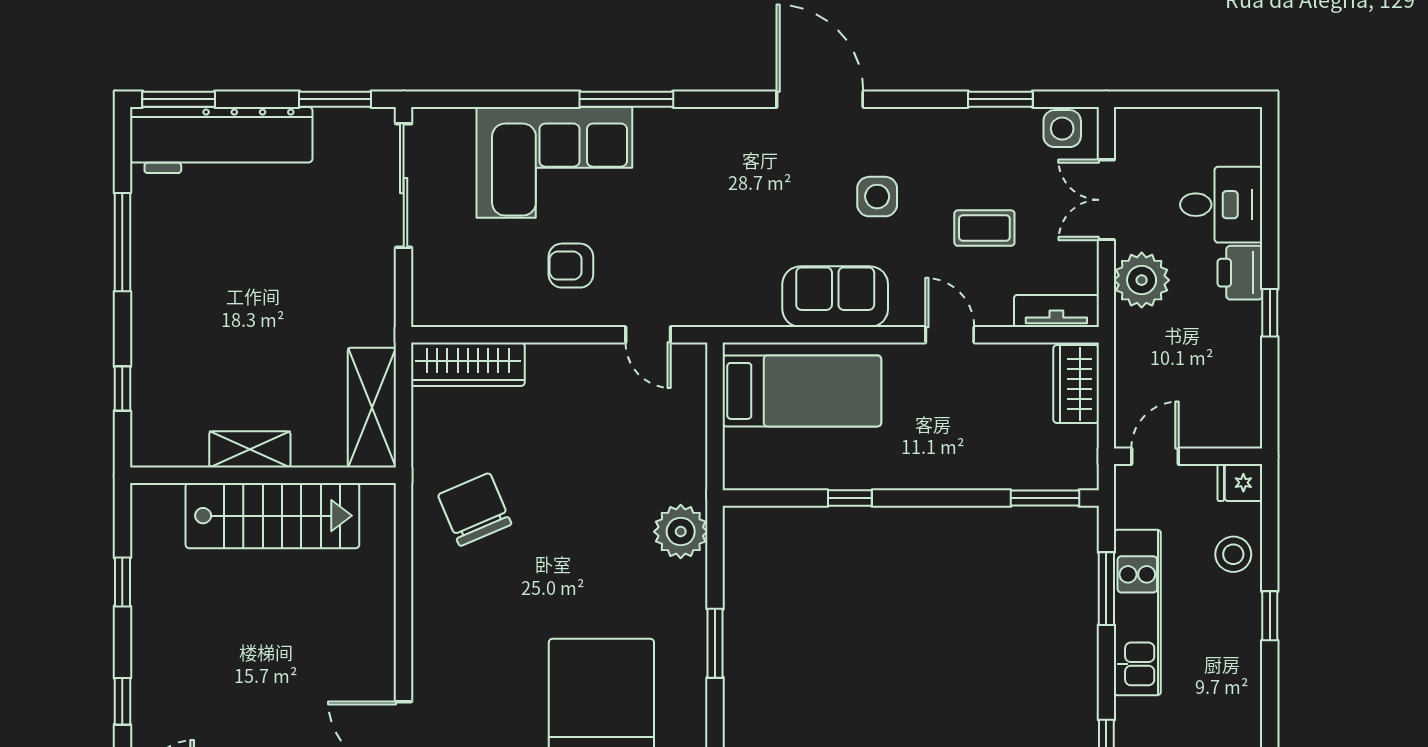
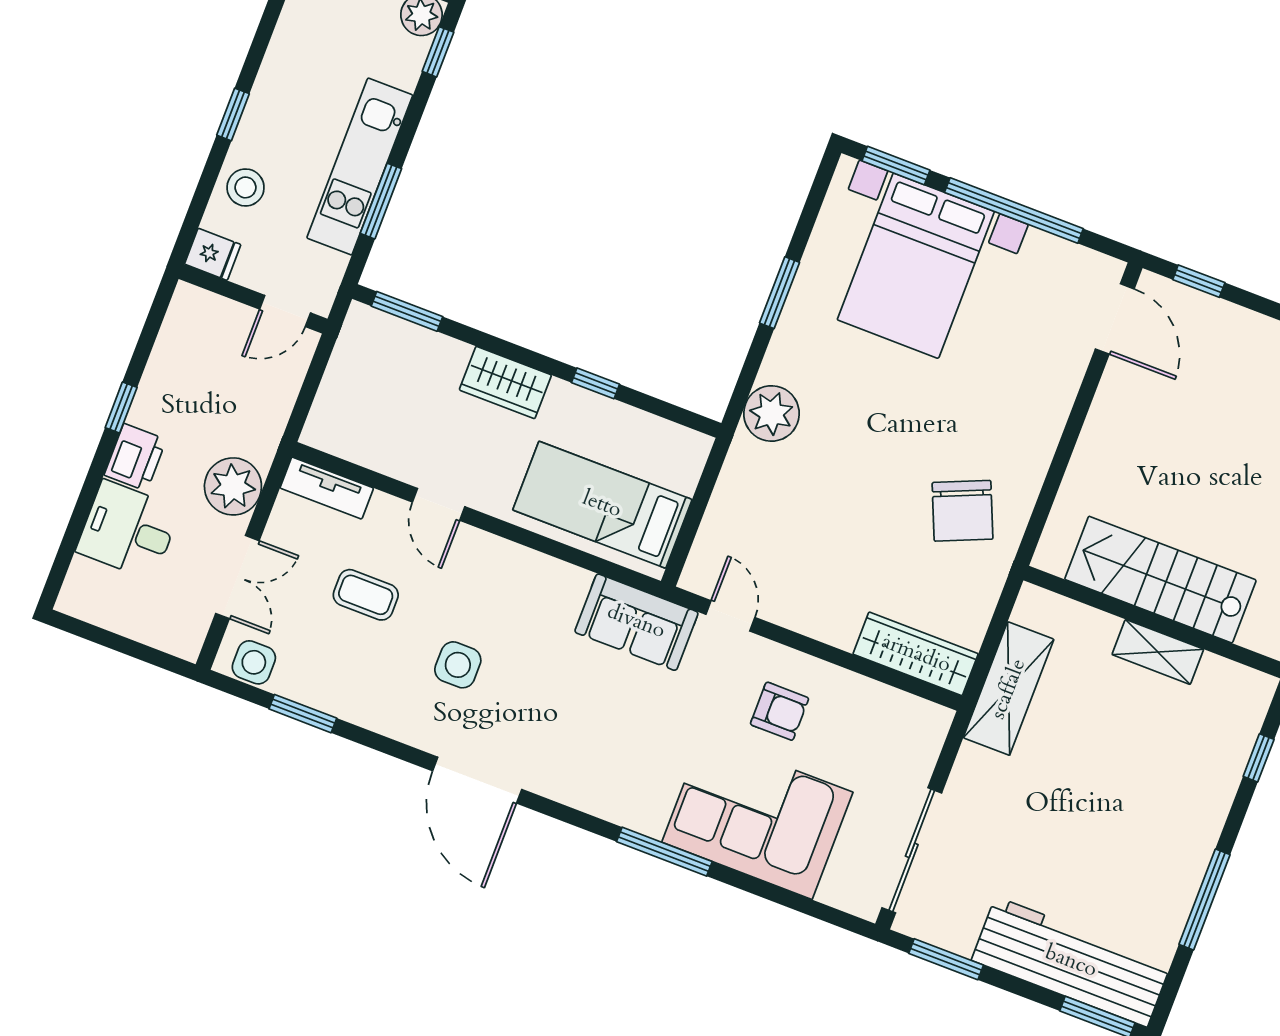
sofa: (835, 297) -> (636, 622), moved
wardrobe: (1076, 384) -> (505, 382), moved, turned 90
shelving: (372, 408) -> (1009, 689), moved

